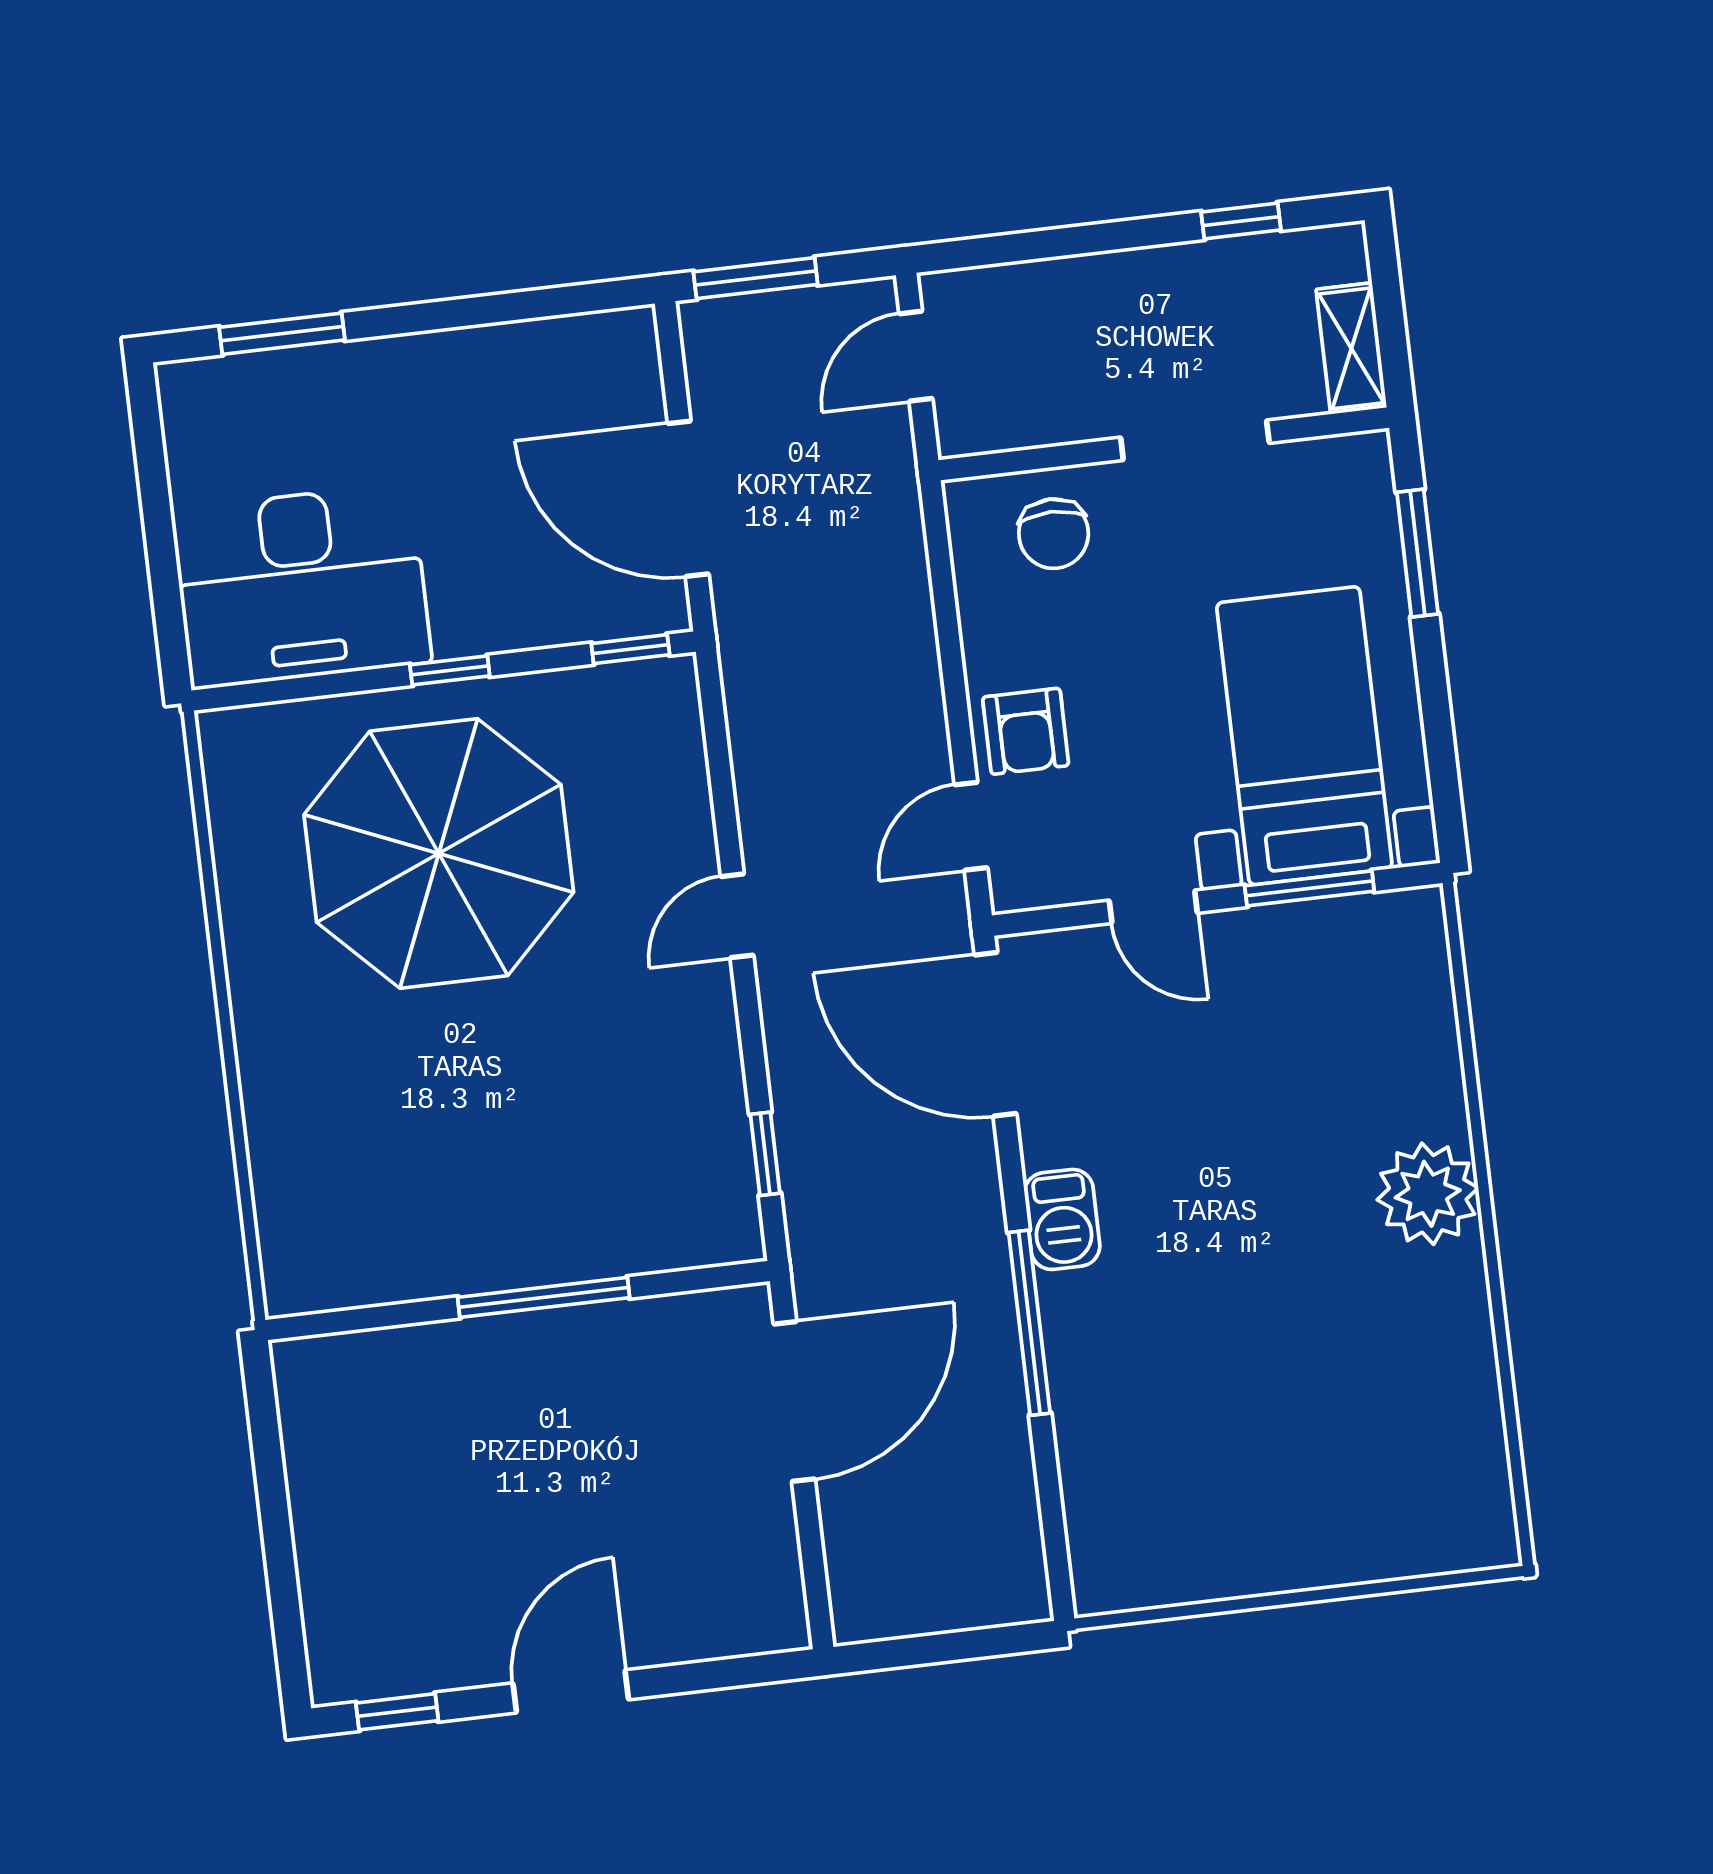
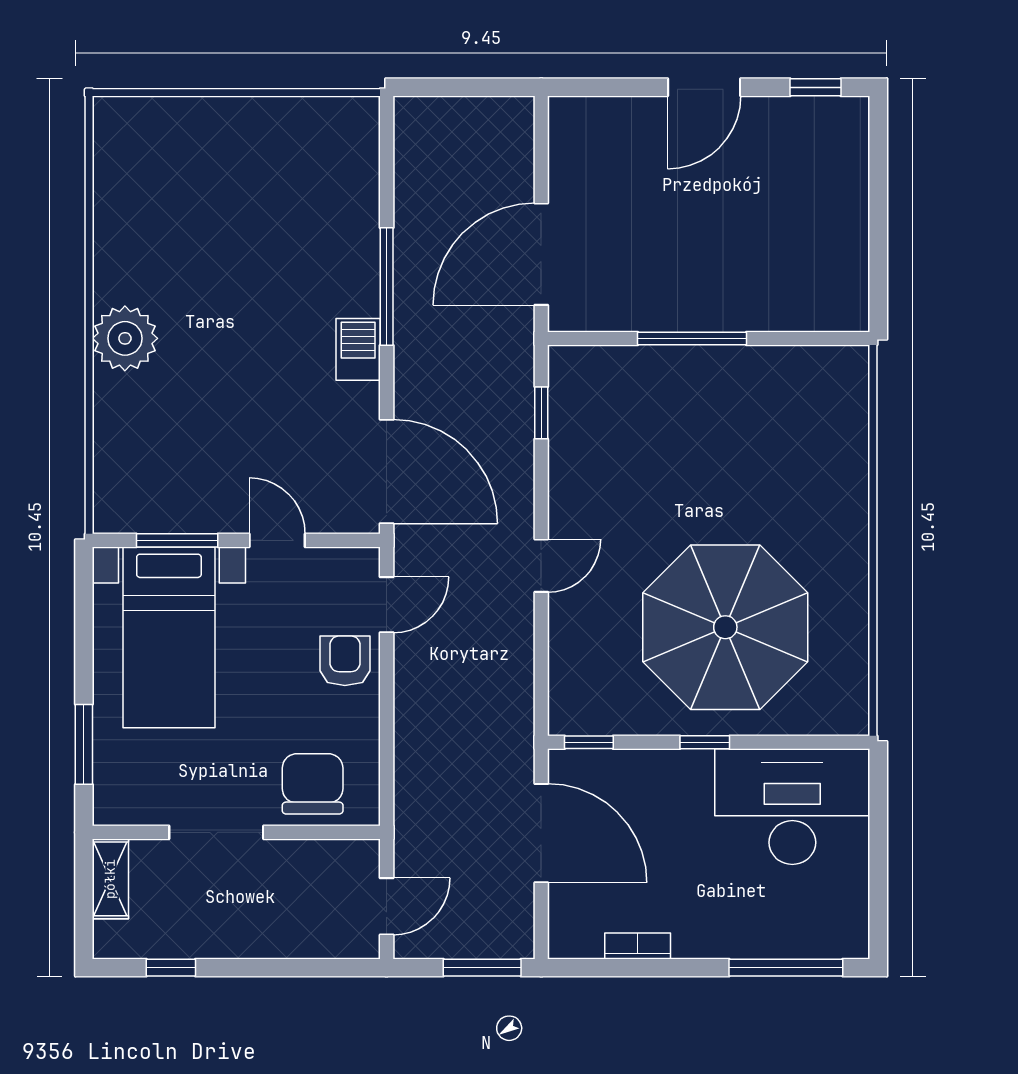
window: (282, 334) -> (786, 968), width x1.44
bookcase: (517, 340) -> (638, 946), added
chair: (1054, 534) -> (313, 784), width x1.37, depth x1.37

